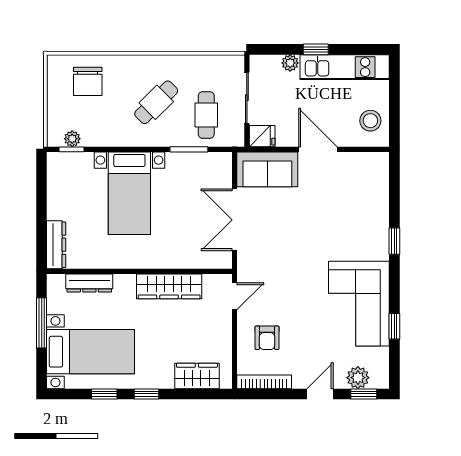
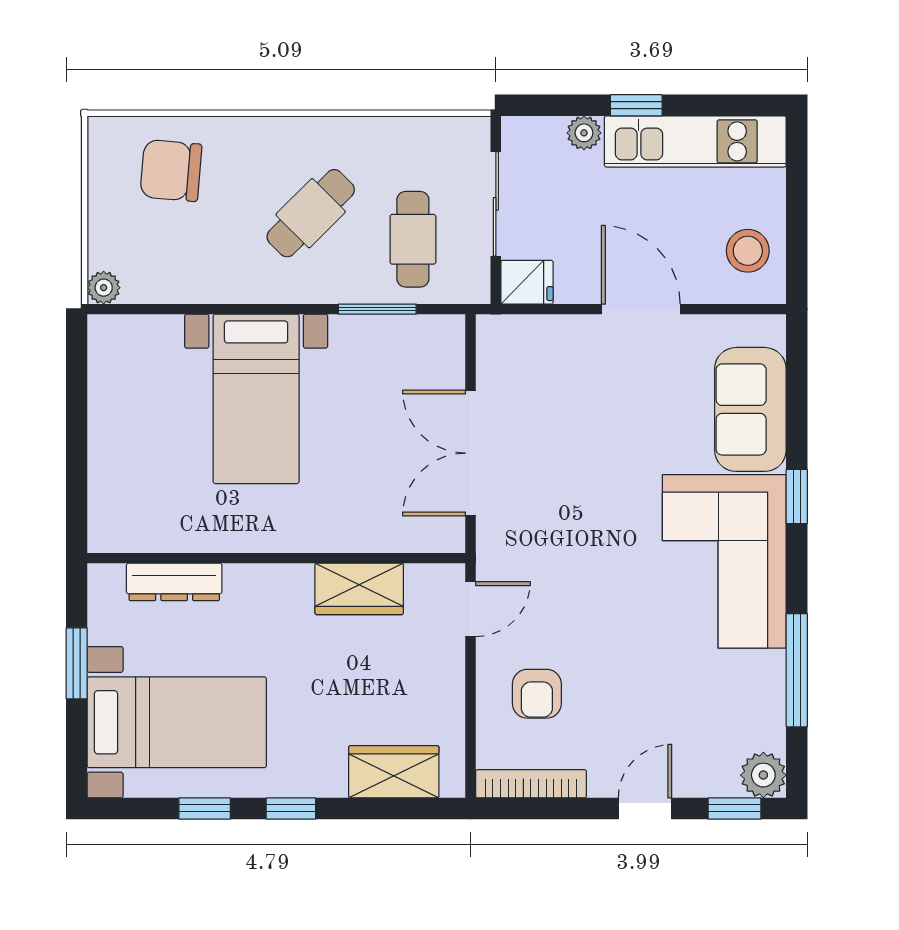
chair: (88, 81) -> (171, 171), turned 95
plant: (72, 139) -> (104, 288), moved
window: (71, 149) -> (138, 309), removed
sofa: (267, 169) -> (750, 409), moved, turned 90
dresser: (56, 245) -> (106, 504), removed
wardrobe: (169, 286) -> (359, 589), width x0.67
corner sofa: (359, 304) -> (724, 561), moved
window: (42, 323) -> (77, 663), width x0.69
window: (394, 326) -> (797, 670), width x2.17
plant: (358, 378) -> (763, 775), moved

